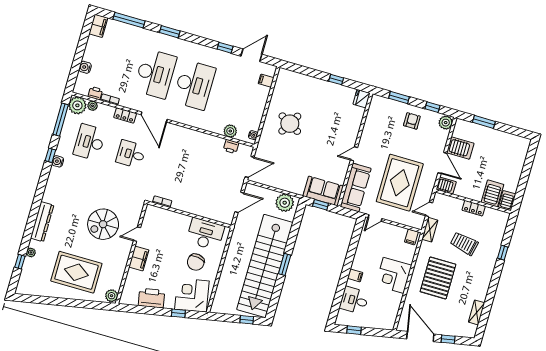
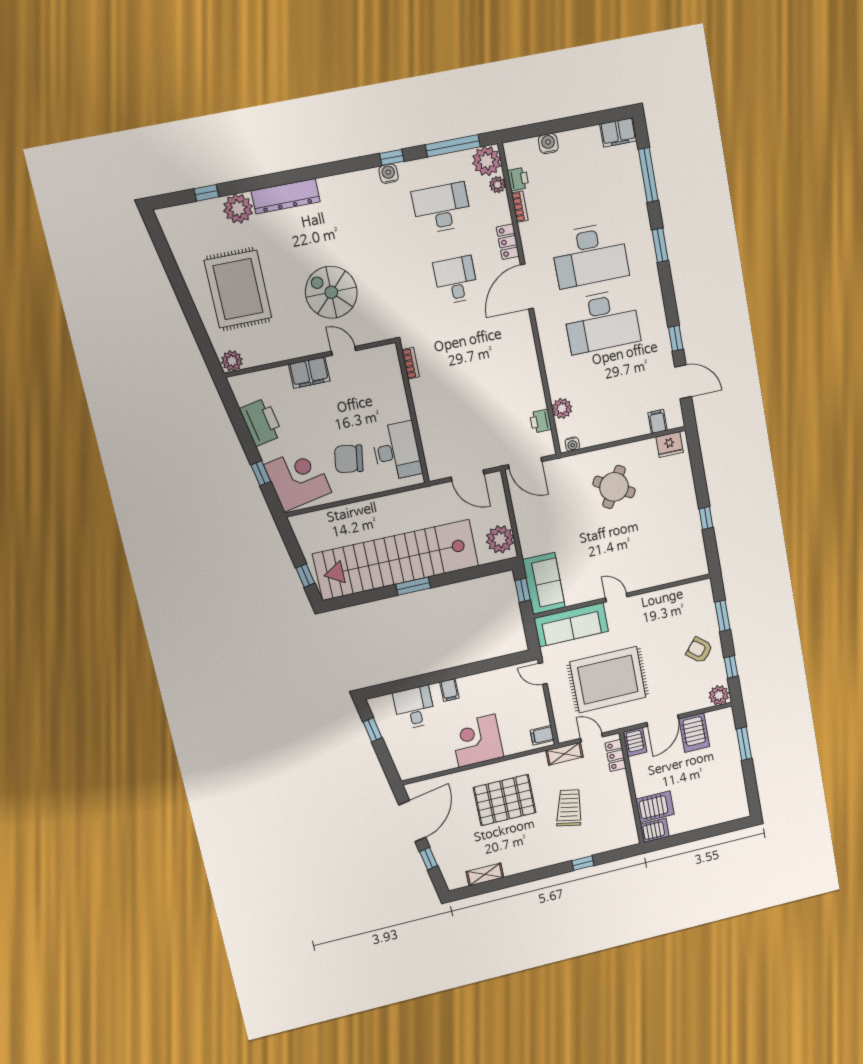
fridge: (362, 99) -> (670, 445), moved, turned 180
armchair: (412, 121) -> (699, 650), turned -140
locker: (474, 208) -> (616, 755), moved
plant: (31, 252) -> (238, 209), width x1.88, depth x1.88

